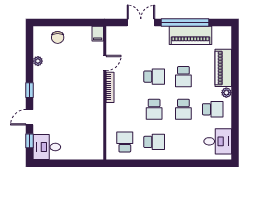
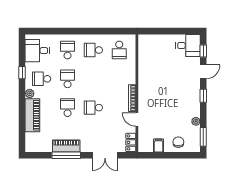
window: (185, 23) -> (66, 155), width x0.68
filing cabinet: (98, 34) -> (159, 146), moved
piano: (190, 35) -> (66, 146), width x0.73, depth x0.75
locker: (112, 37) -> (131, 142), added
window: (30, 43) -> (203, 137), added
door: (105, 63) -> (137, 120), hinge flipped
school desk: (154, 109) -> (68, 50), moved
window: (235, 116) -> (22, 73), added

